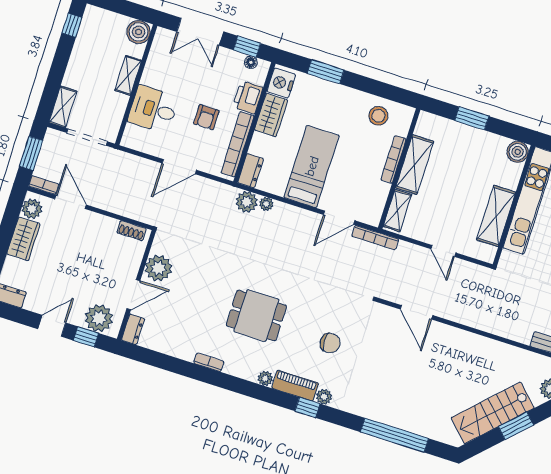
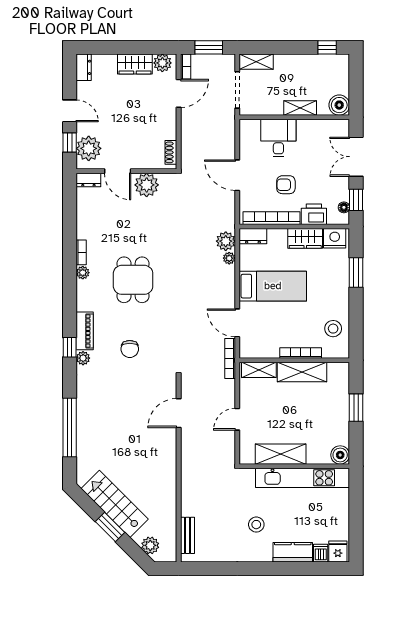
plant: (265, 378) -> (83, 273), moved

